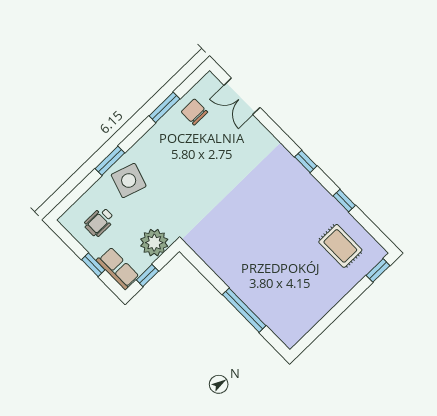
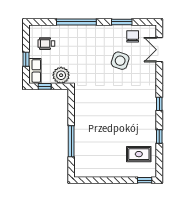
window: (110, 161) -> (76, 22), width x2.11
side table: (129, 180) -> (120, 61), moved
rug: (340, 246) -> (139, 154), turned 90

